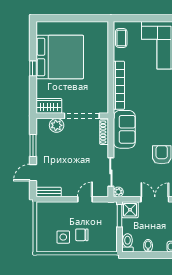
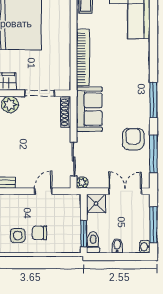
doorway: (82, 116) -> (39, 93), width x0.73
window: (119, 216) -> (84, 234), moved

